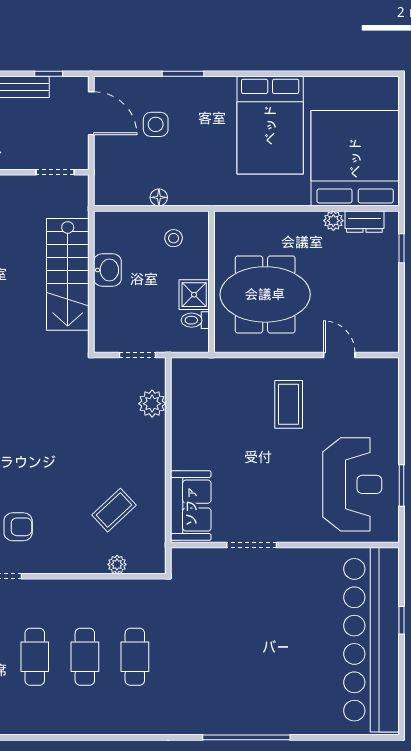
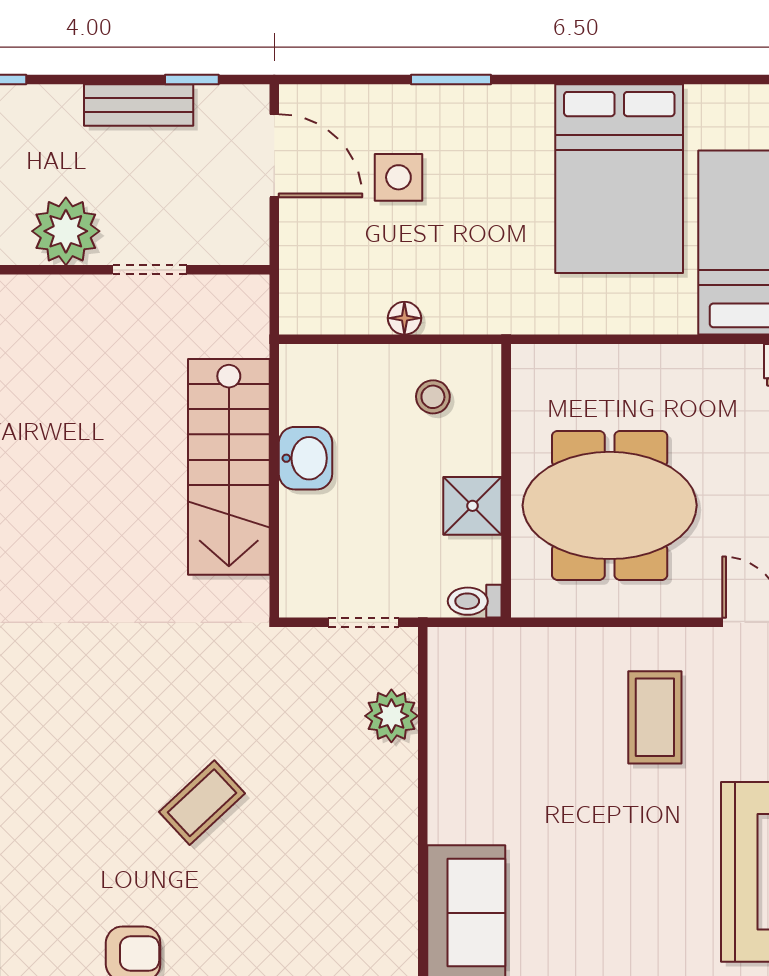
doorway: (55, 172) -> (149, 270), moved
plant: (333, 221) -> (741, 363), removed
toilet: (195, 320) -> (475, 601), moved
coffee table: (114, 510) -> (202, 803), moved

